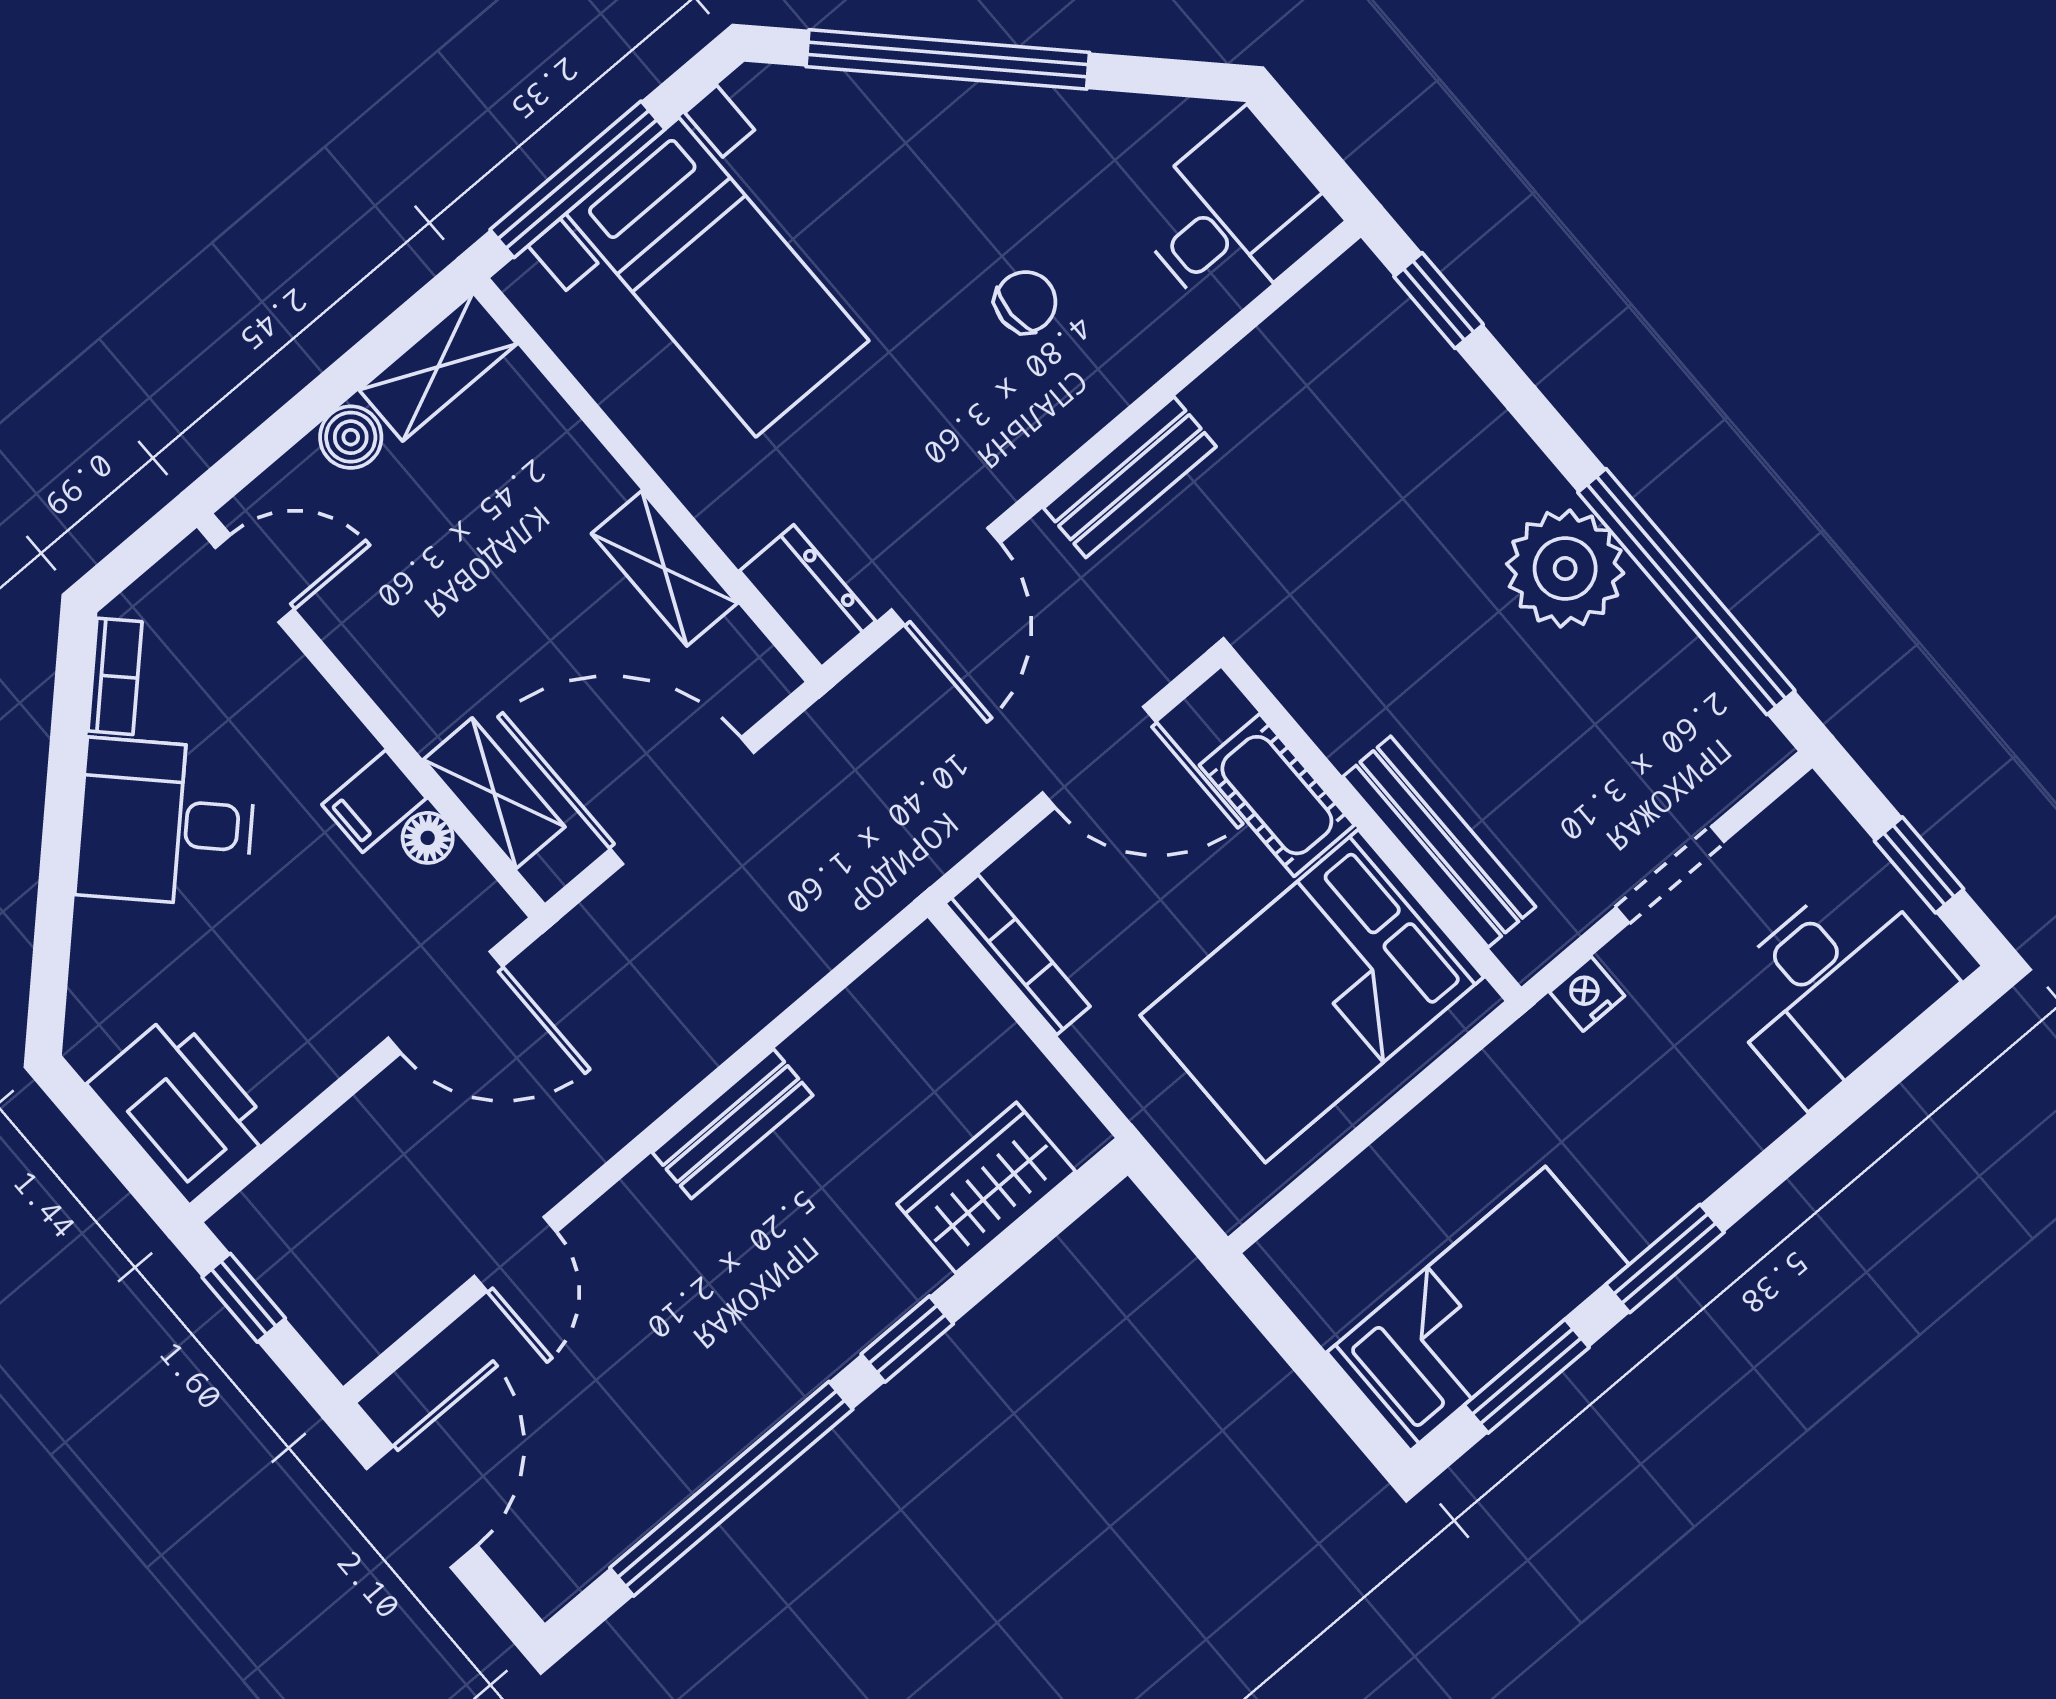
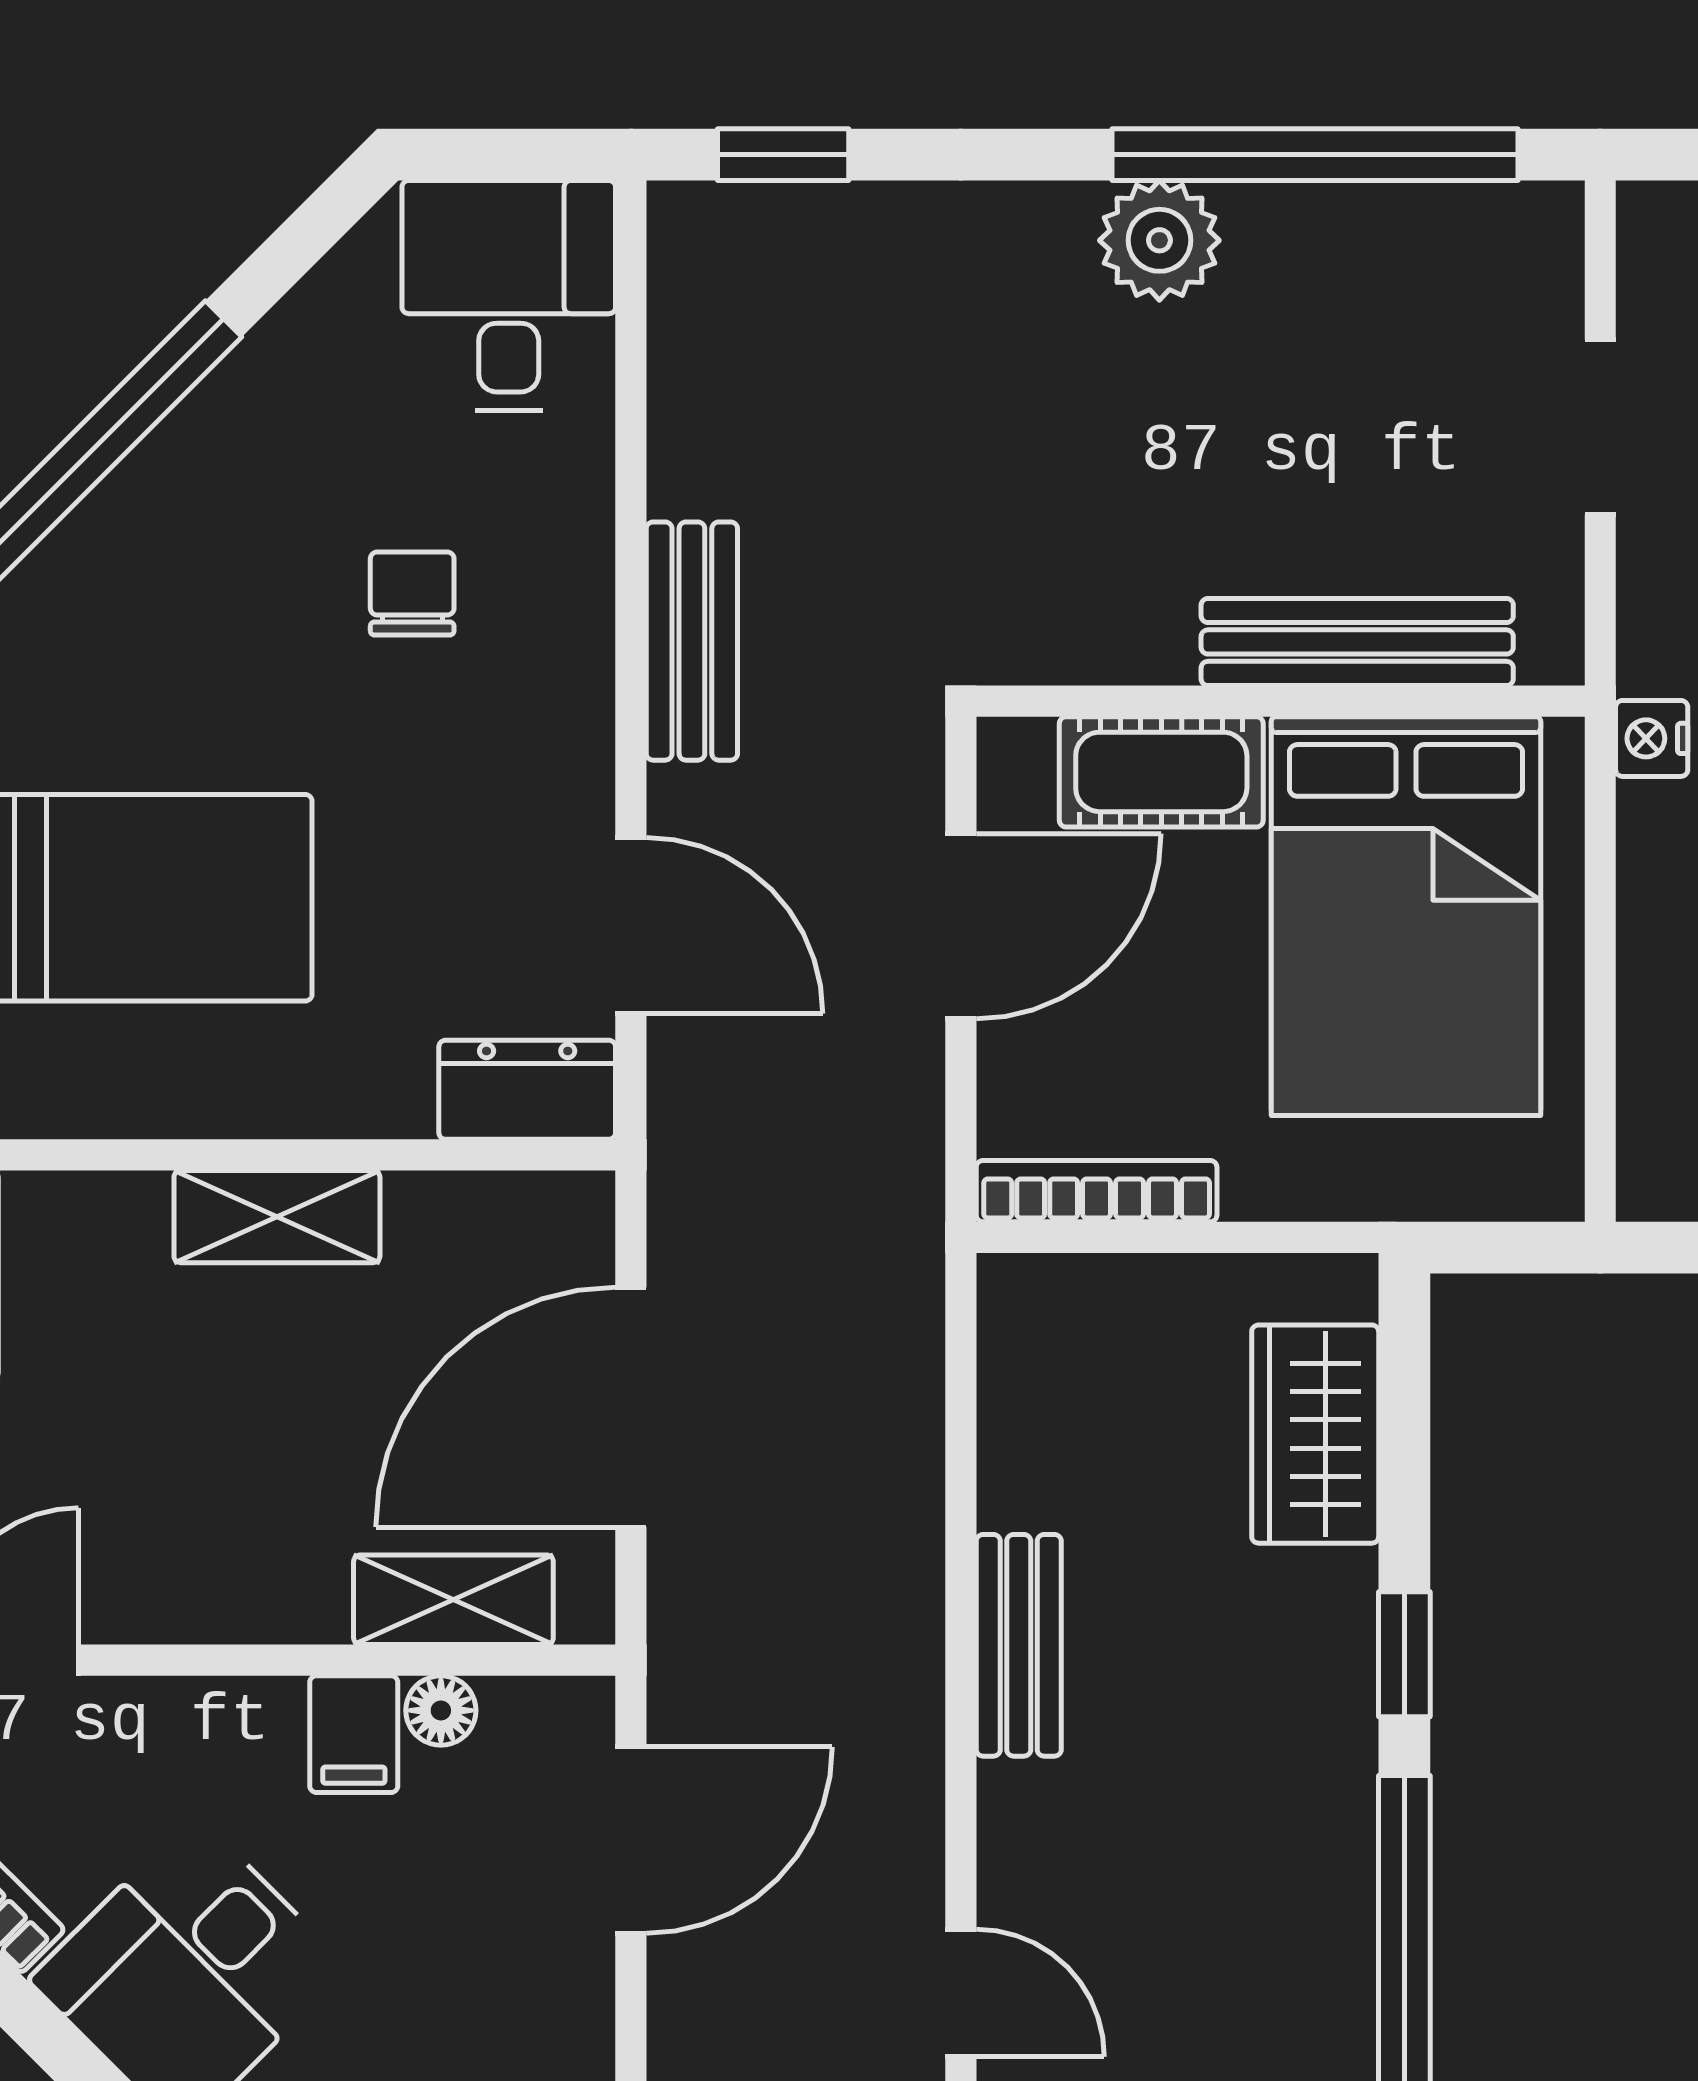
shelving: (664, 568) -> (277, 1217), moved
plant: (1565, 569) -> (1159, 240), width x0.73, depth x0.73
nightstand: (1587, 994) -> (1652, 738), moved

